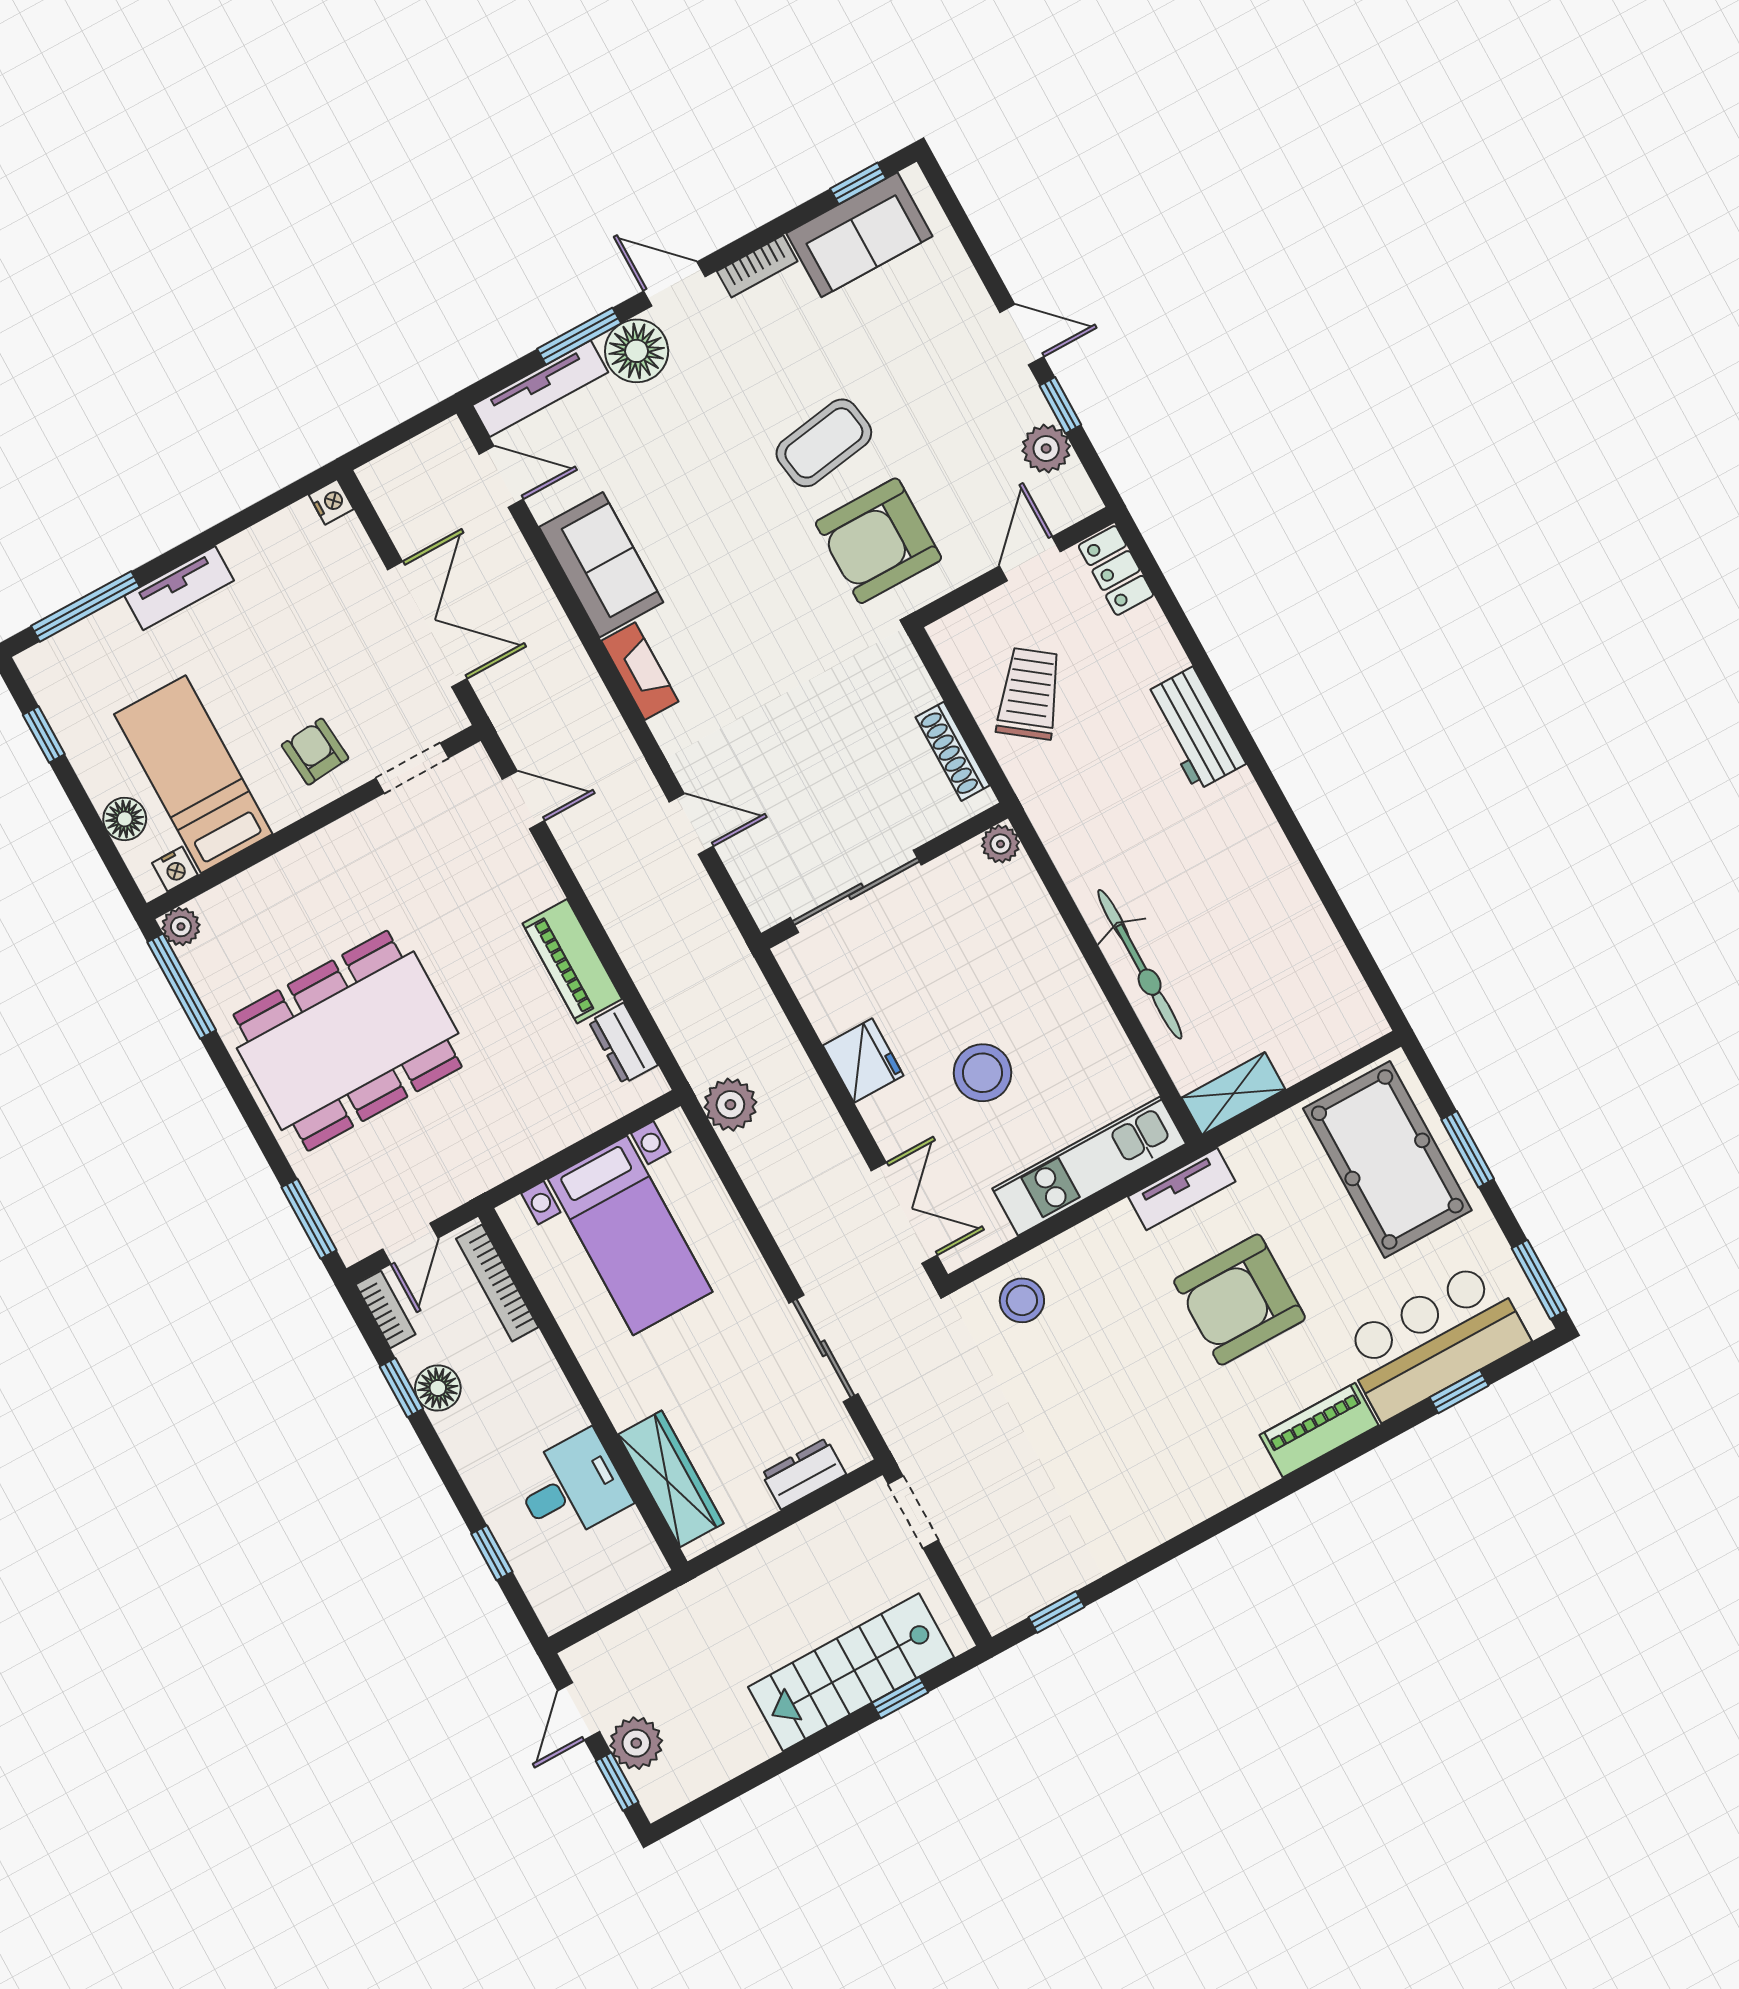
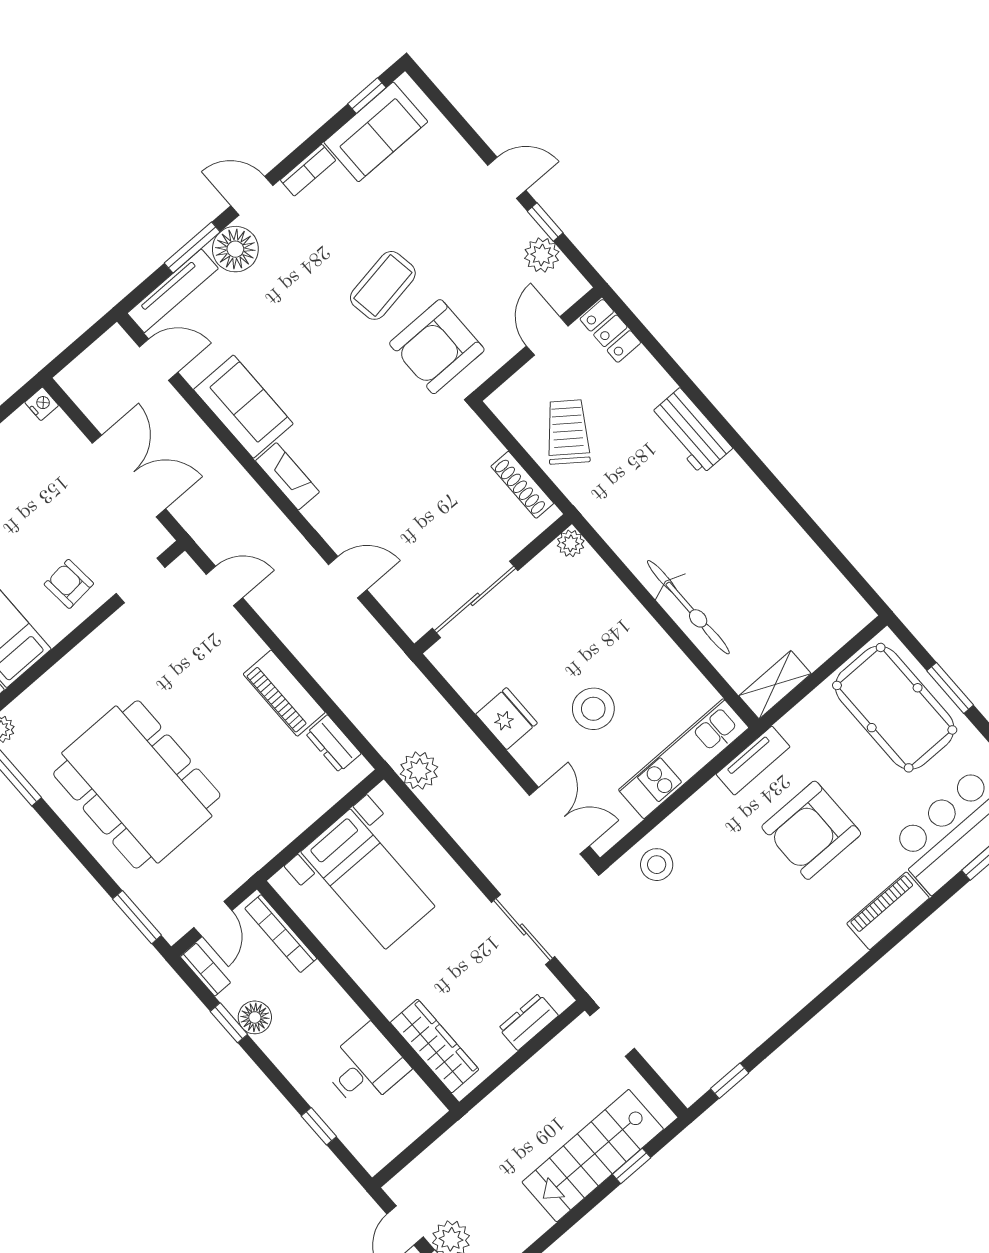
dining table: (348, 1041) -> (137, 784), turned 90

